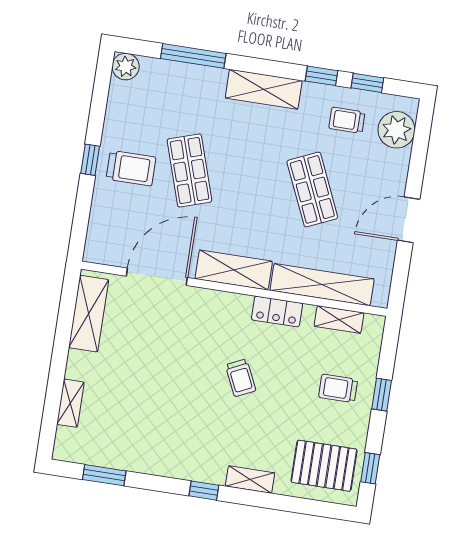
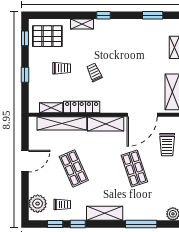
trolley: (131, 168) -> (167, 145), moved, turned -90
locker: (277, 312) -> (82, 107), width x1.53
trolley: (338, 388) -> (62, 68), moved

